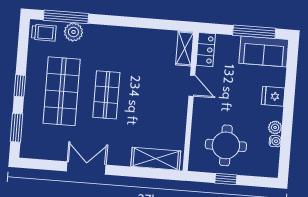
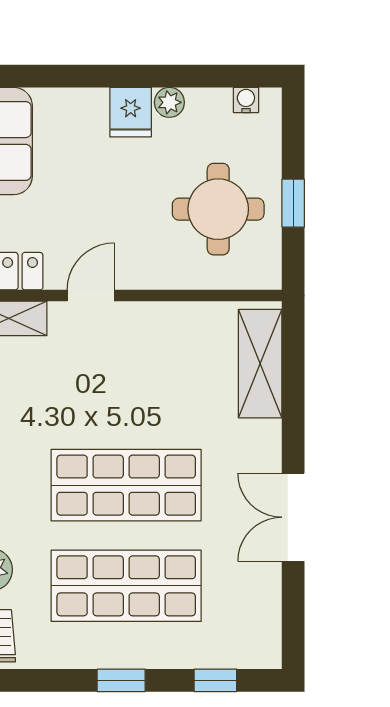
shop shelf: (106, 95) -> (126, 485), width x1.43, depth x1.36
fridge: (273, 96) -> (131, 112), moved
window: (16, 128) -> (215, 680), width x0.67
water cooler: (275, 141) -> (246, 100), moved

